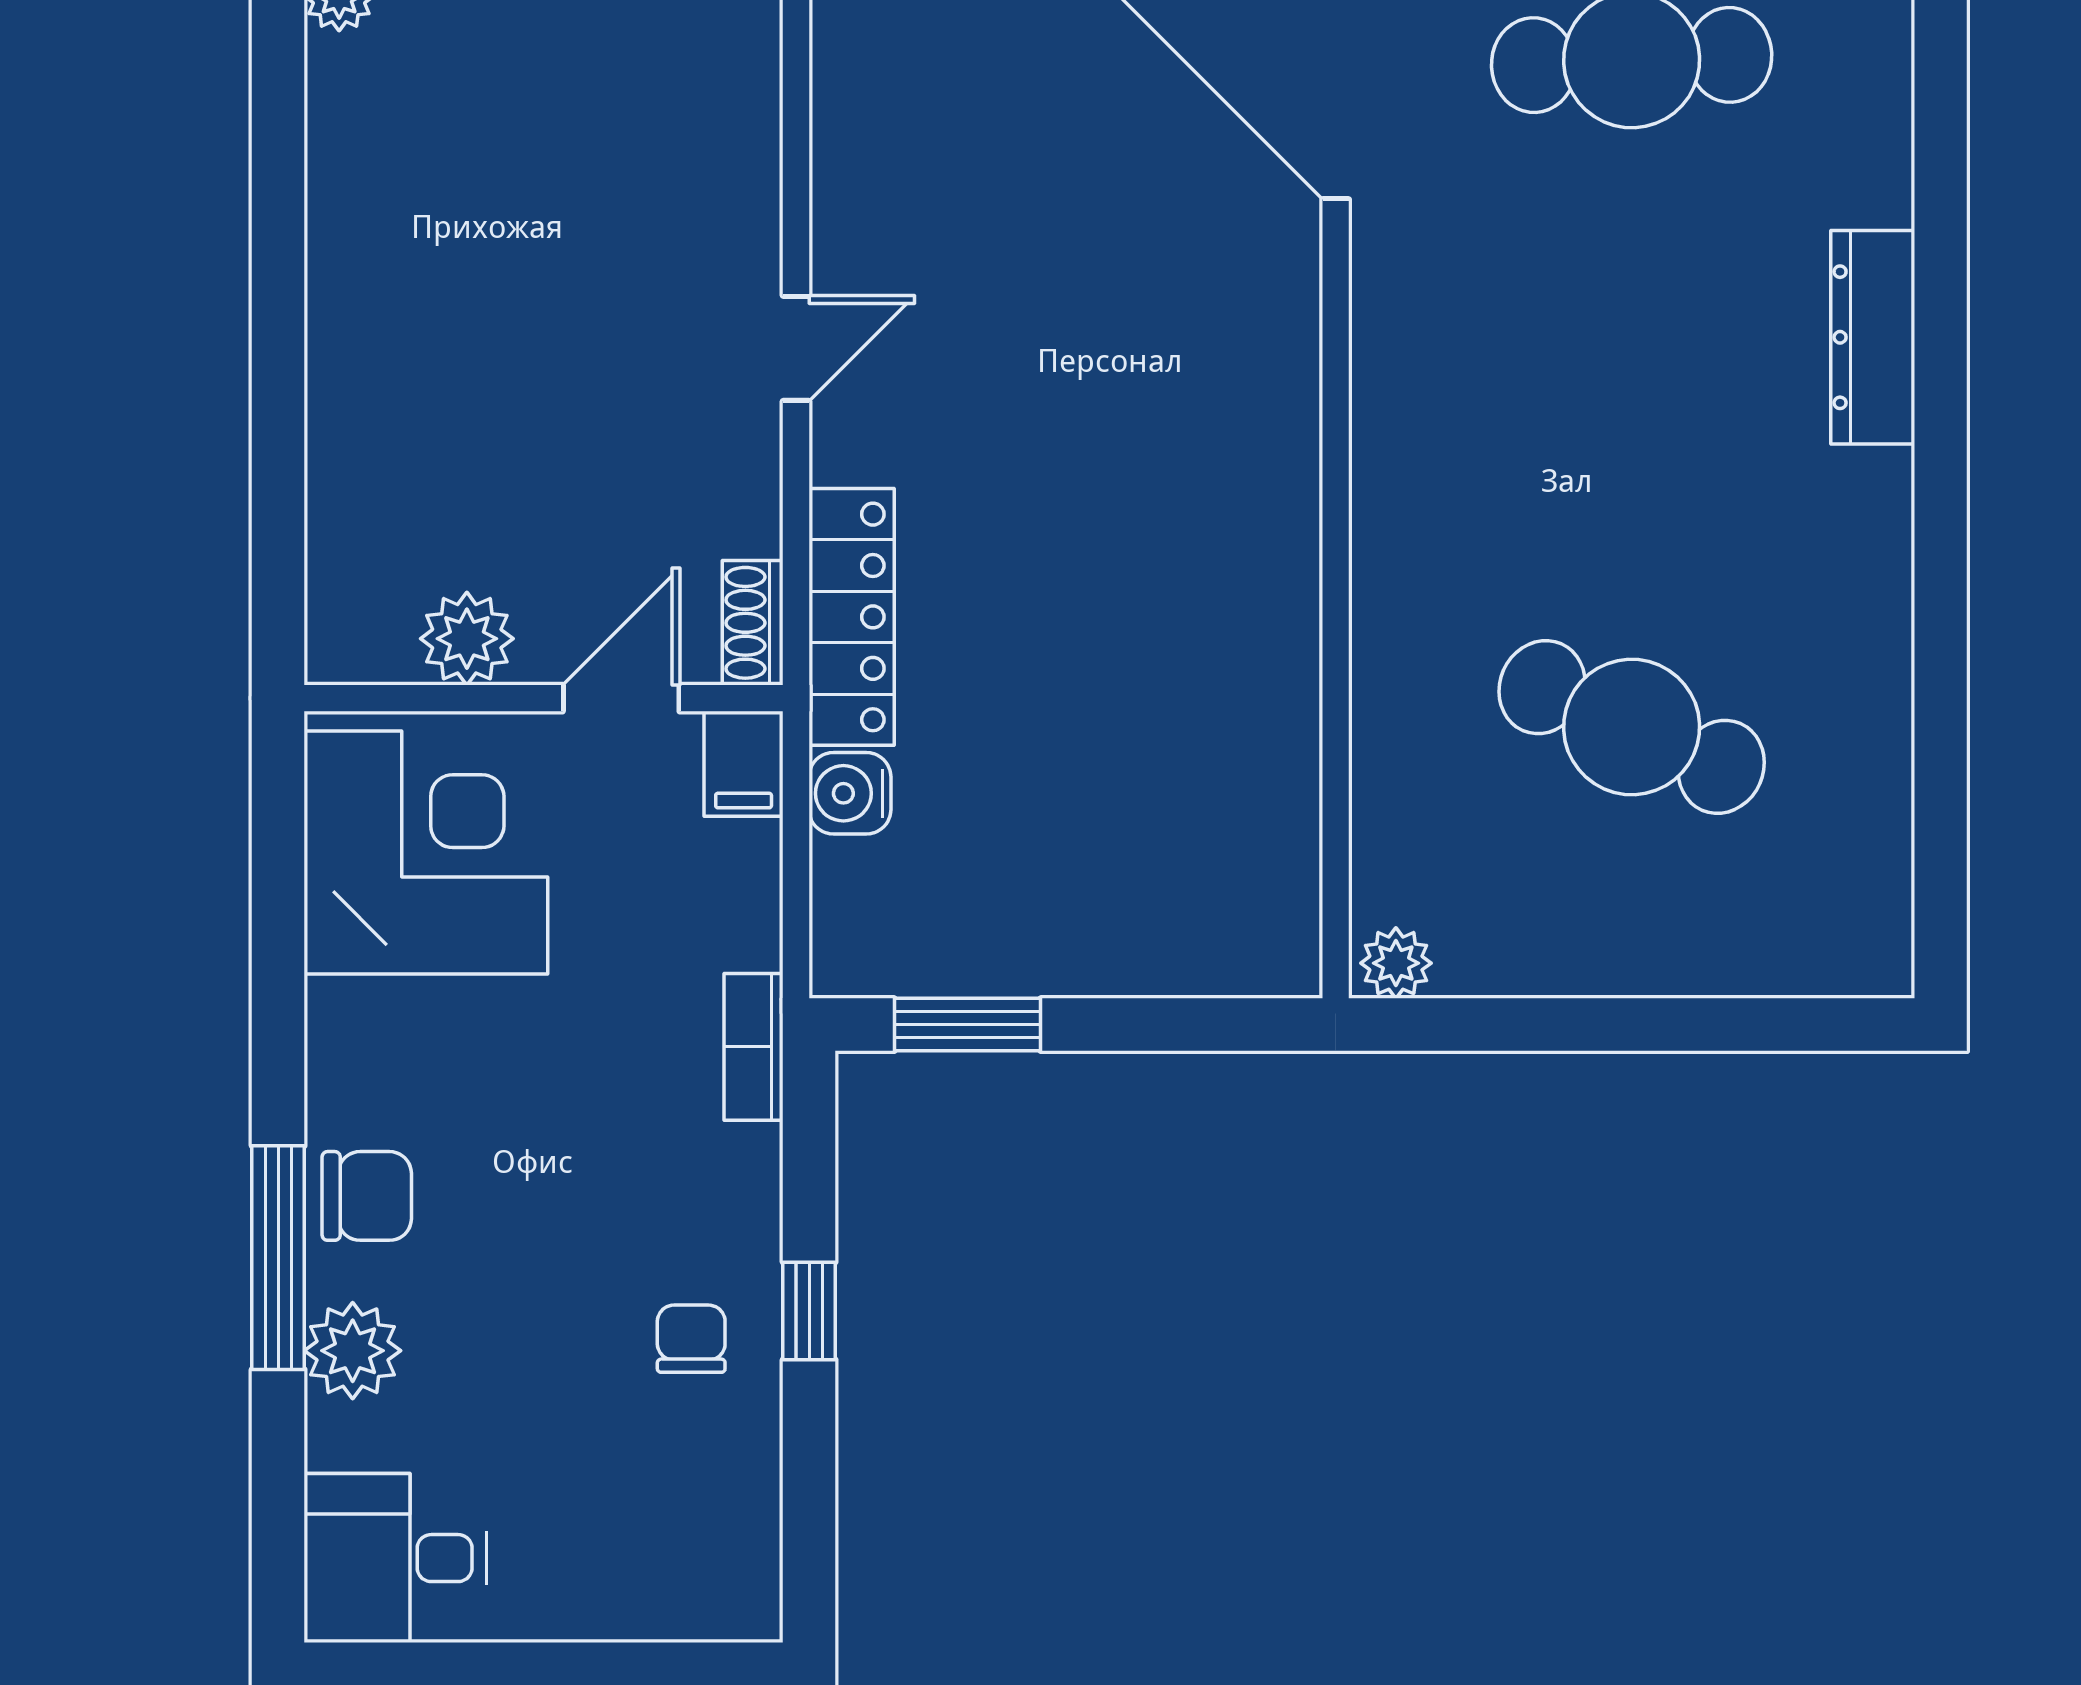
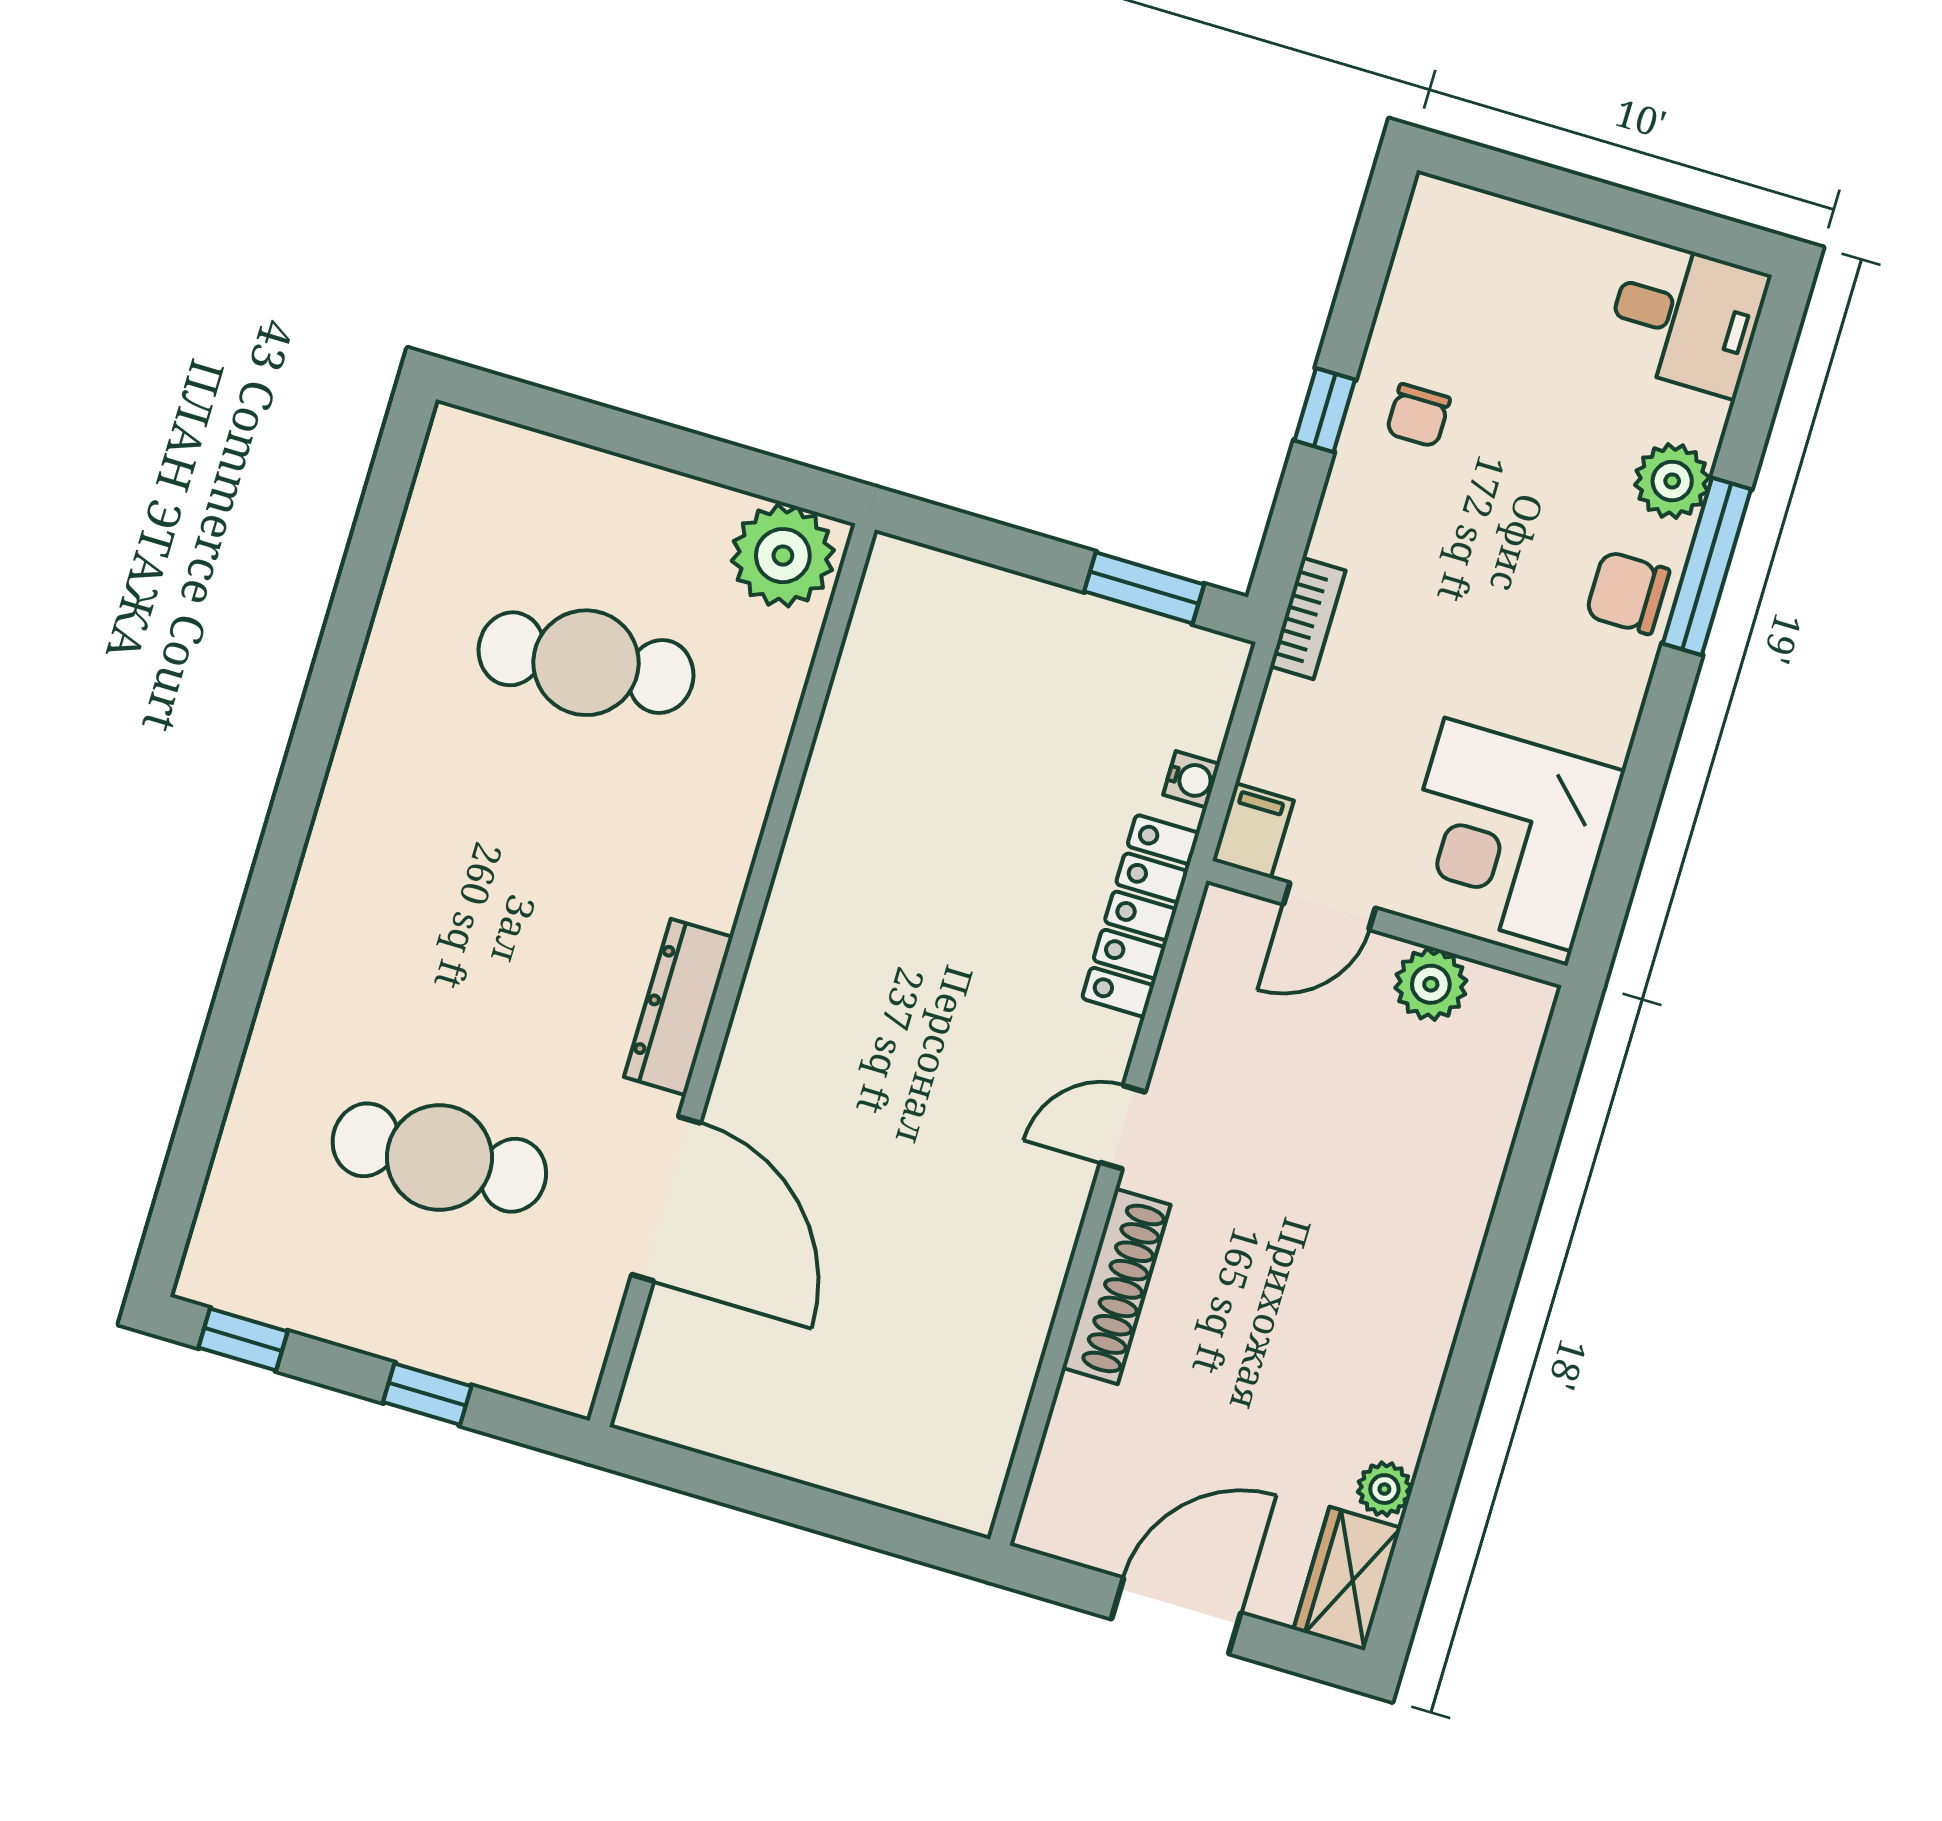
dresser: (1873, 337) -> (679, 1007), moved, turned 180
shoe rack: (753, 623) -> (1116, 1286), moved, width x1.94, depth x1.24
cafe table: (1632, 727) -> (586, 663), turned -30
water cooler: (850, 793) -> (1191, 779), width x0.72, depth x0.72
plant: (1396, 963) -> (783, 556), width x1.88, depth x1.88

